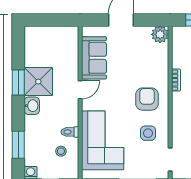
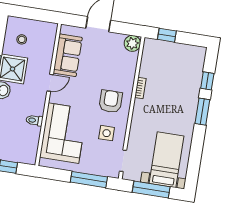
stool: (61, 151) -> (22, 39), moved

